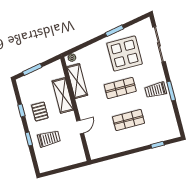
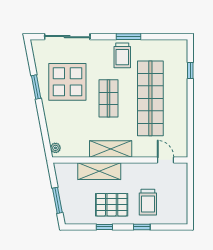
shelving: (77, 81) -> (111, 149), moved
pallet: (40, 112) -> (112, 205), width x1.50, depth x1.42
shop shelf: (129, 120) -> (150, 98), width x2.00, depth x1.36
door: (80, 127) -> (166, 160), moved
trolley: (49, 139) -> (148, 202), turned 180

